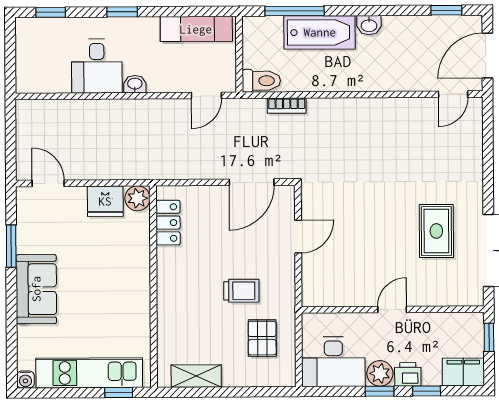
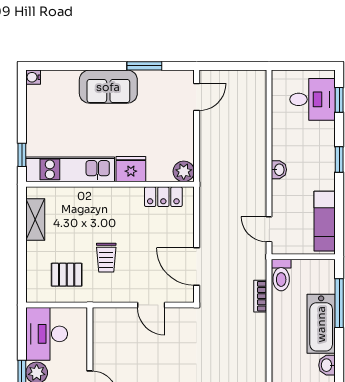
desk: (97, 66) -> (313, 99), moved, turned 180
fridge: (105, 201) -> (131, 169), moved, turned 90
kitchen unit: (89, 373) -> (70, 169), moved, turned -90

